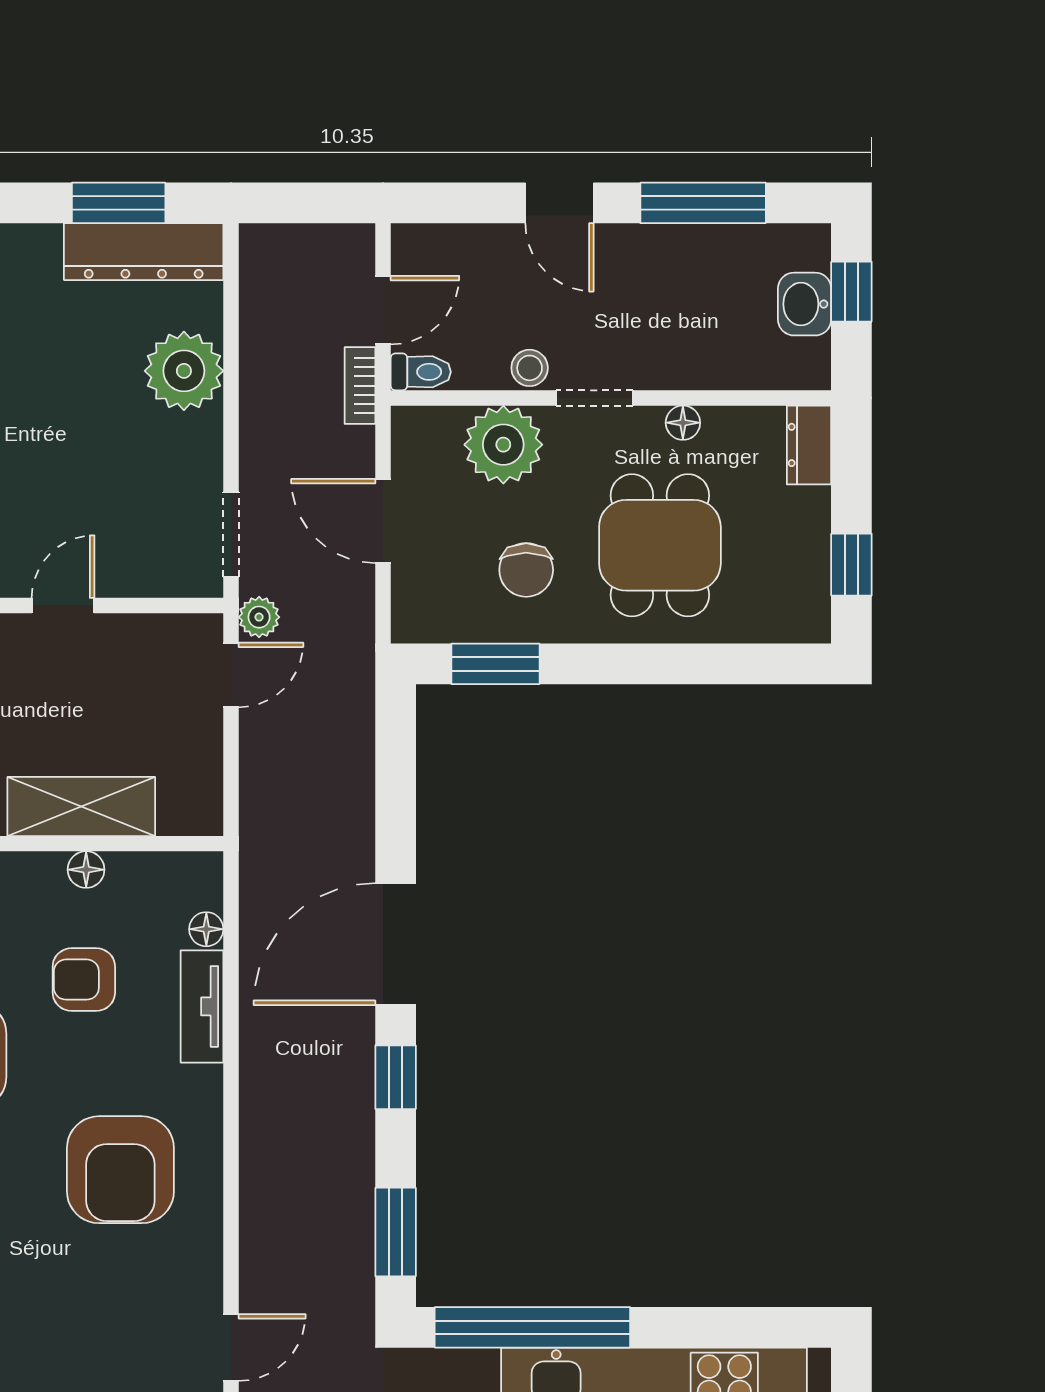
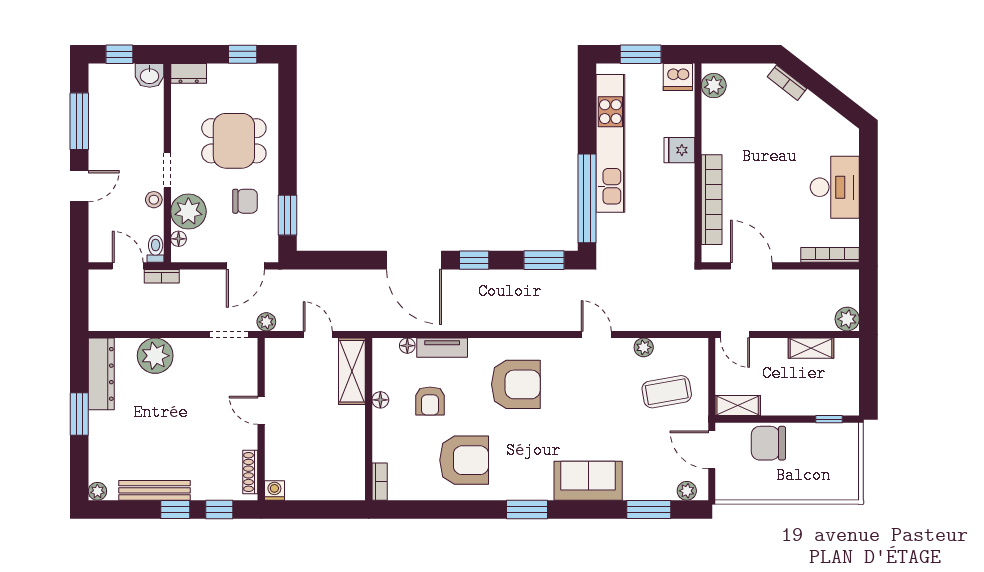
window: (119, 203) -> (79, 414), moved
washbasin: (805, 304) -> (150, 75), moved
floor lamp: (683, 423) -> (179, 239), moved
door: (383, 521) -> (245, 266), moved
door: (231, 675) -> (318, 334), moved
shelving: (81, 806) -> (352, 371), moved

